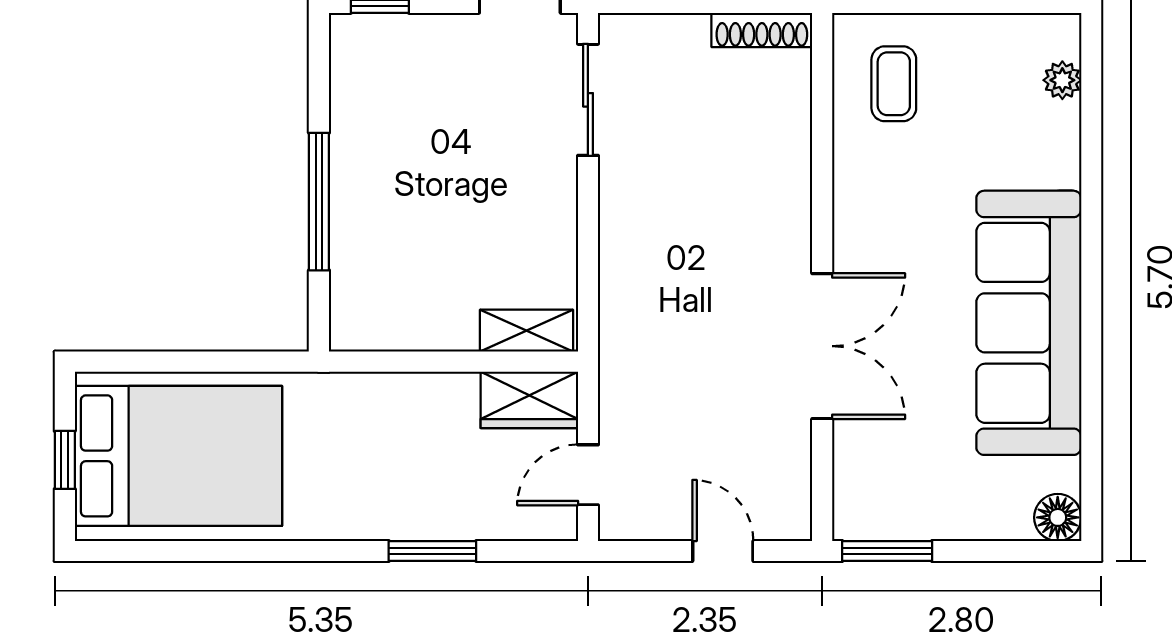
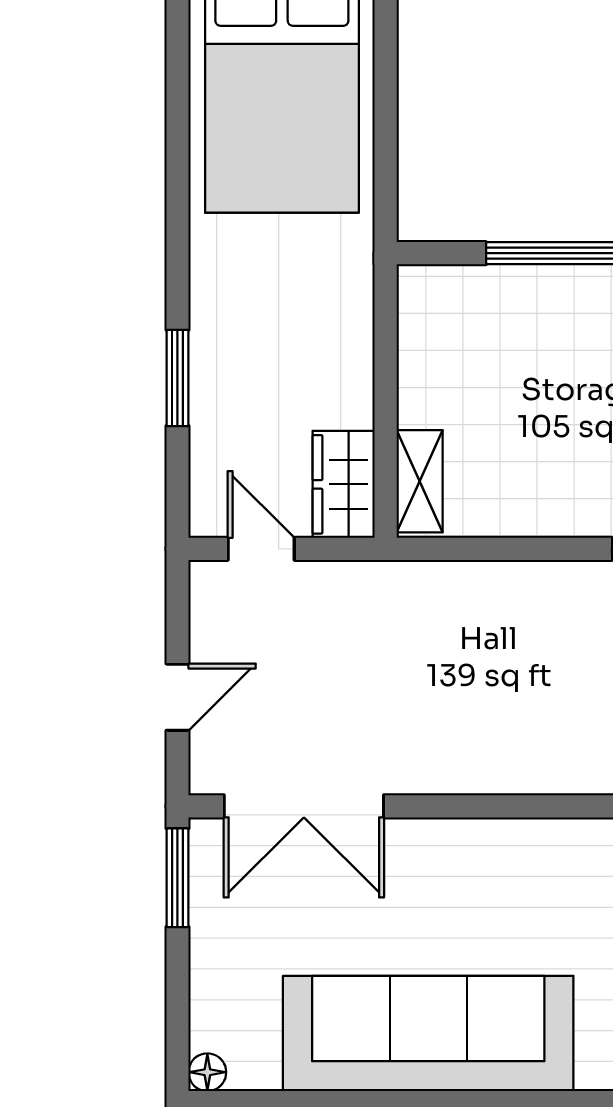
double door: (822, 346) -> (304, 806), moved
floor lamp: (1058, 517) -> (207, 1072), width x0.73, depth x0.73

